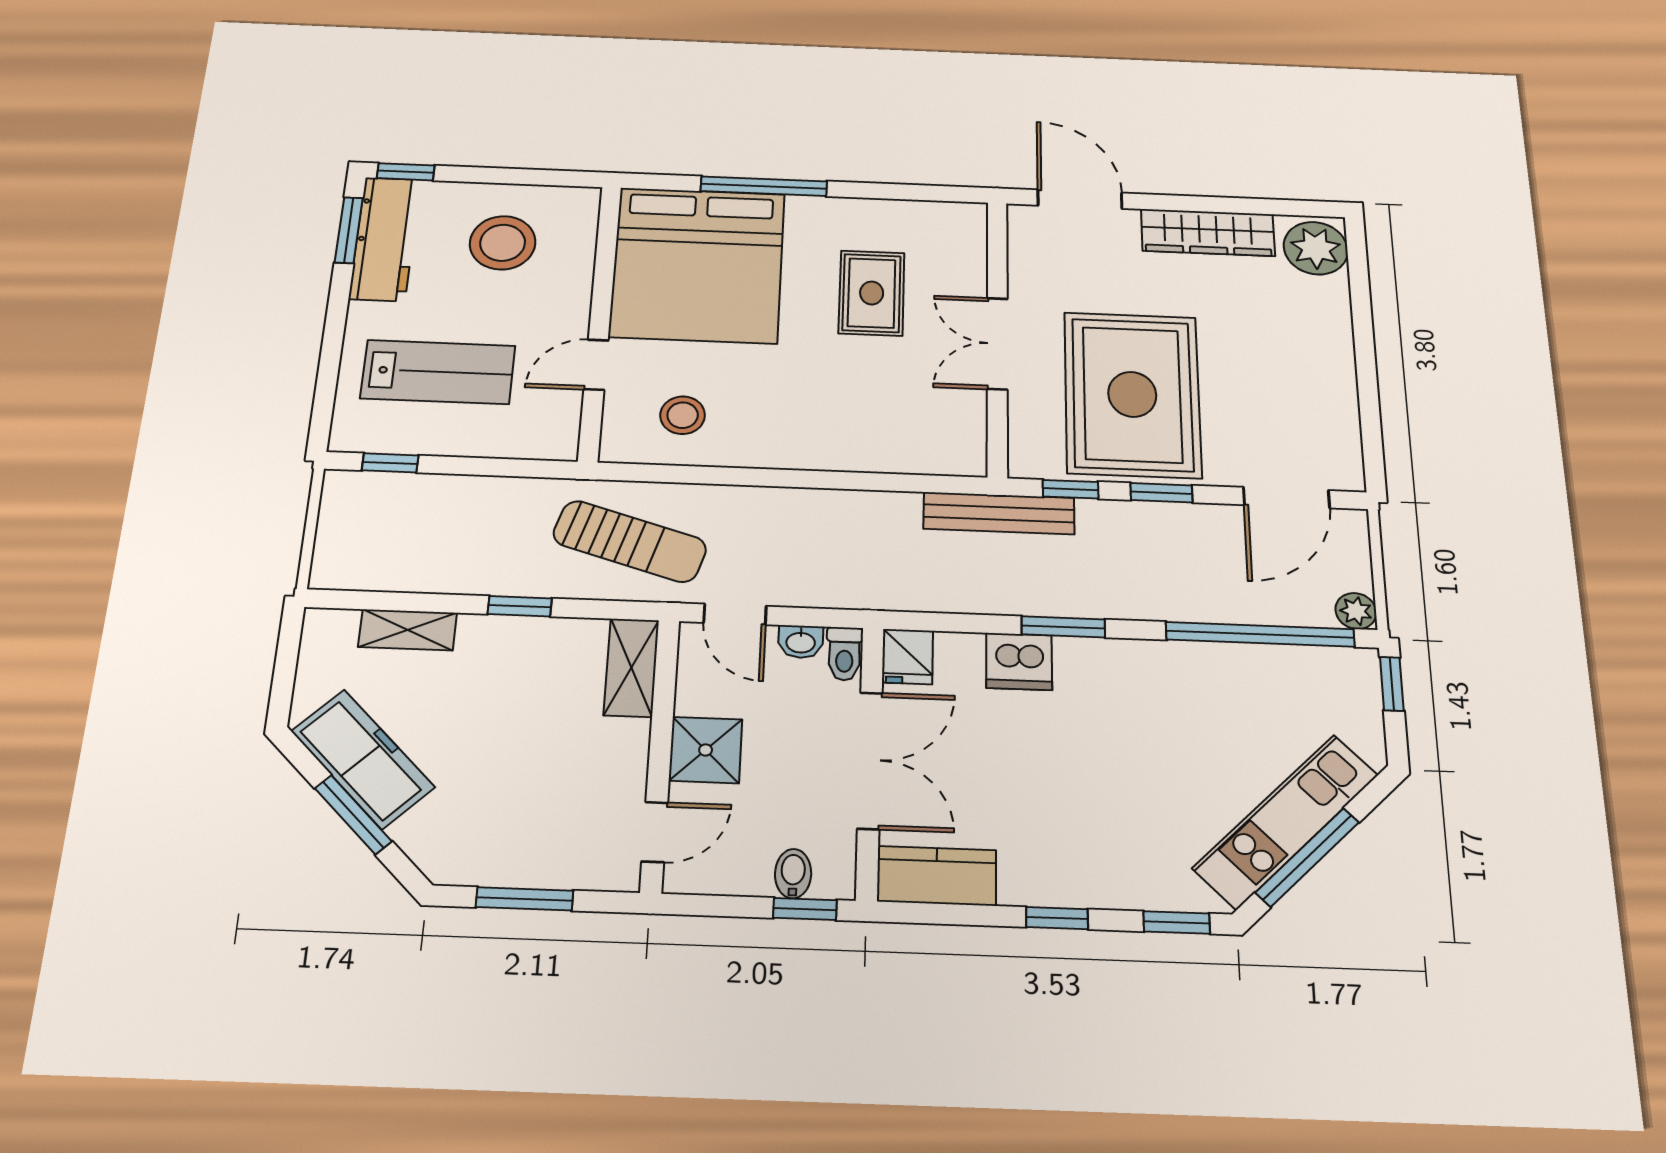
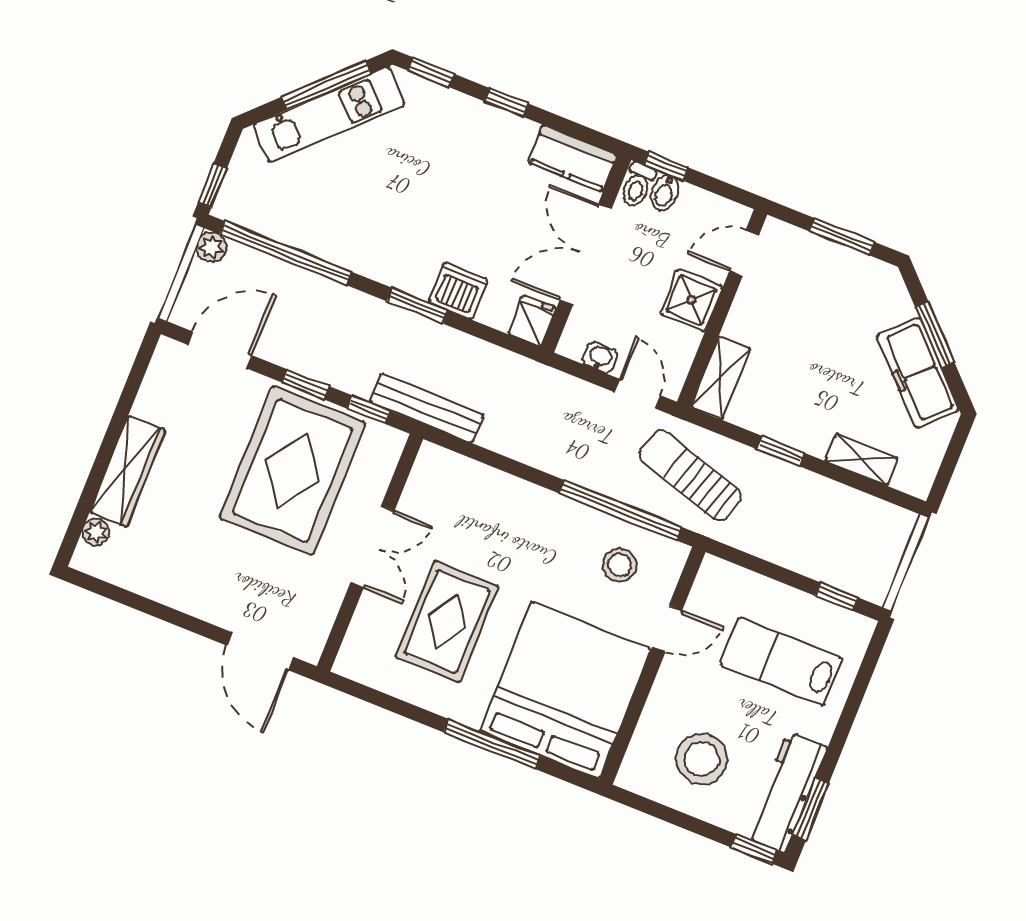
wardrobe: (1208, 233) -> (128, 471), moved, turned 90
plant: (1316, 248) -> (96, 532), width x0.53, depth x0.53
rug: (872, 293) -> (447, 622), width x1.36, depth x1.43
window: (705, 475) -> (620, 510), added
toilet: (844, 654) -> (637, 185), moved, turned 180

